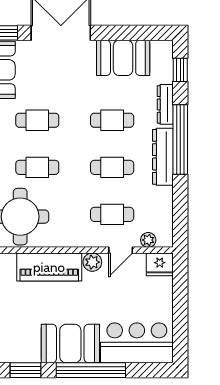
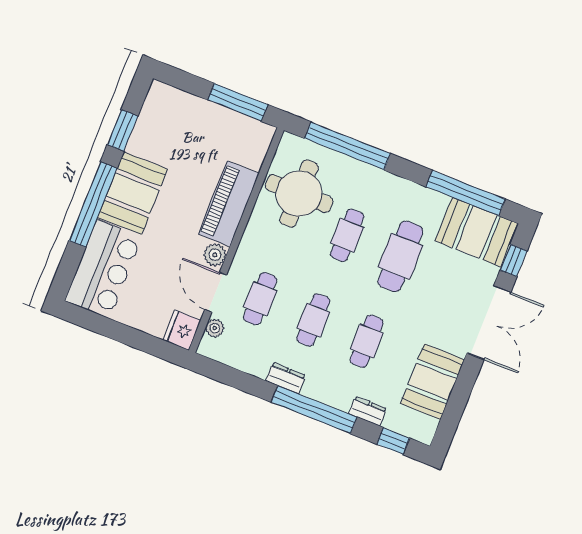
dresser: (165, 104) -> (368, 411), width x0.70
cafe table: (37, 120) -> (400, 256), width x1.37, depth x1.35
dresser: (163, 157) -> (286, 378), width x0.51, depth x0.80
door: (121, 250) -> (216, 292), width x1.38

